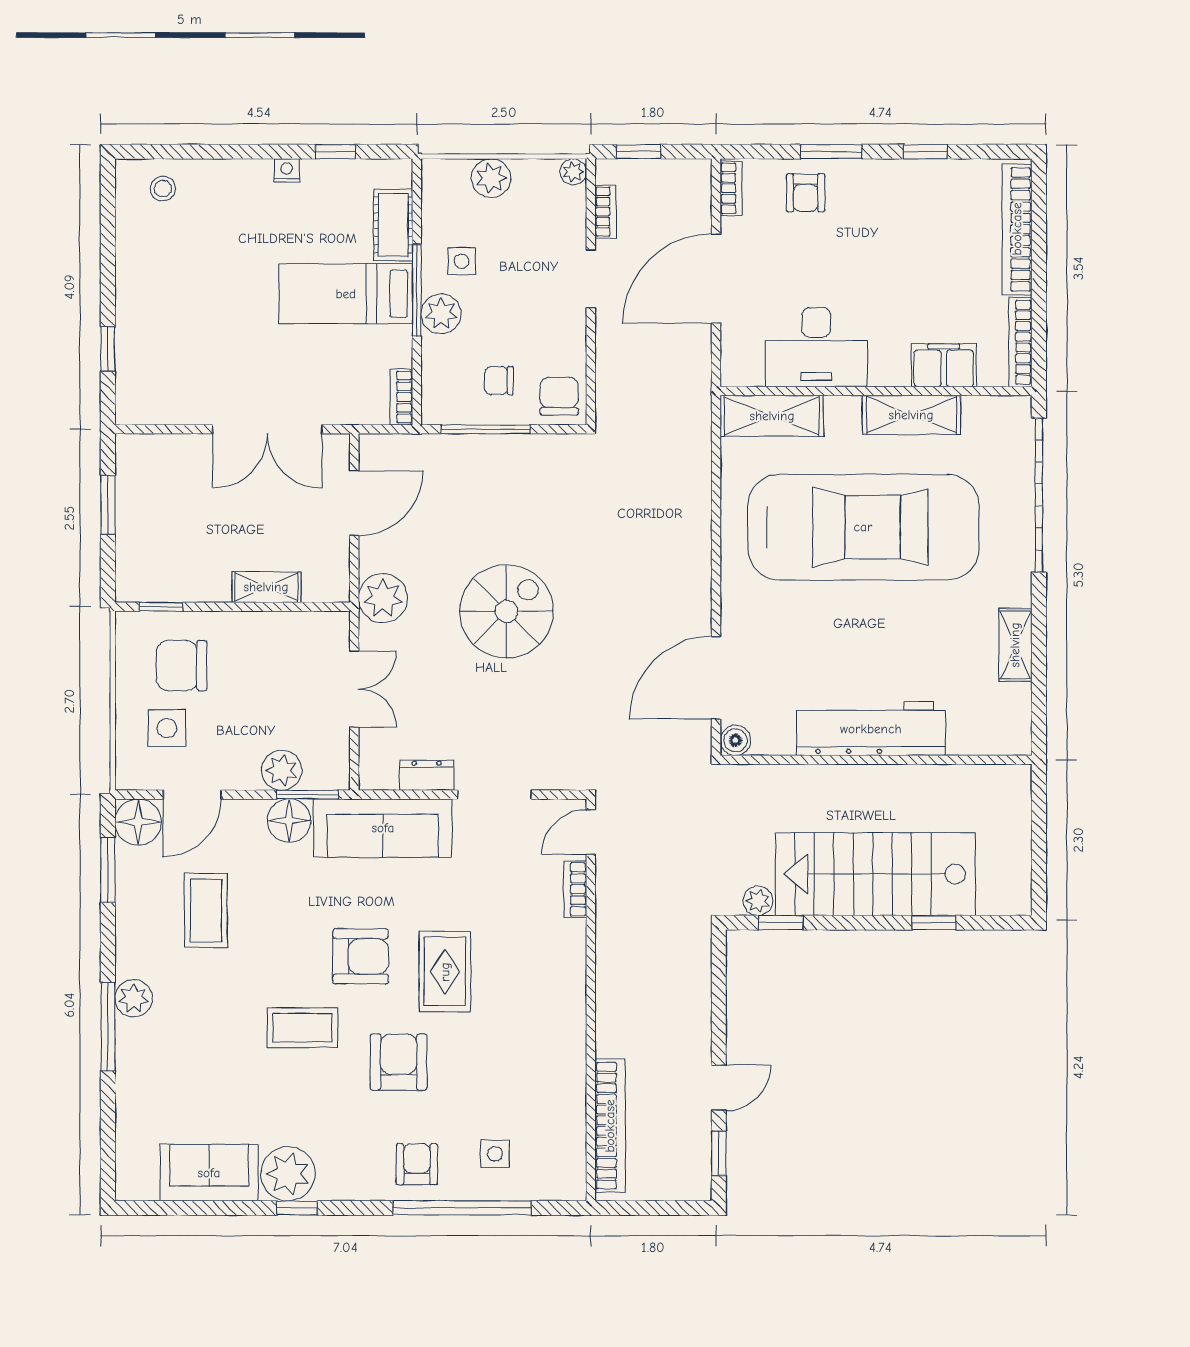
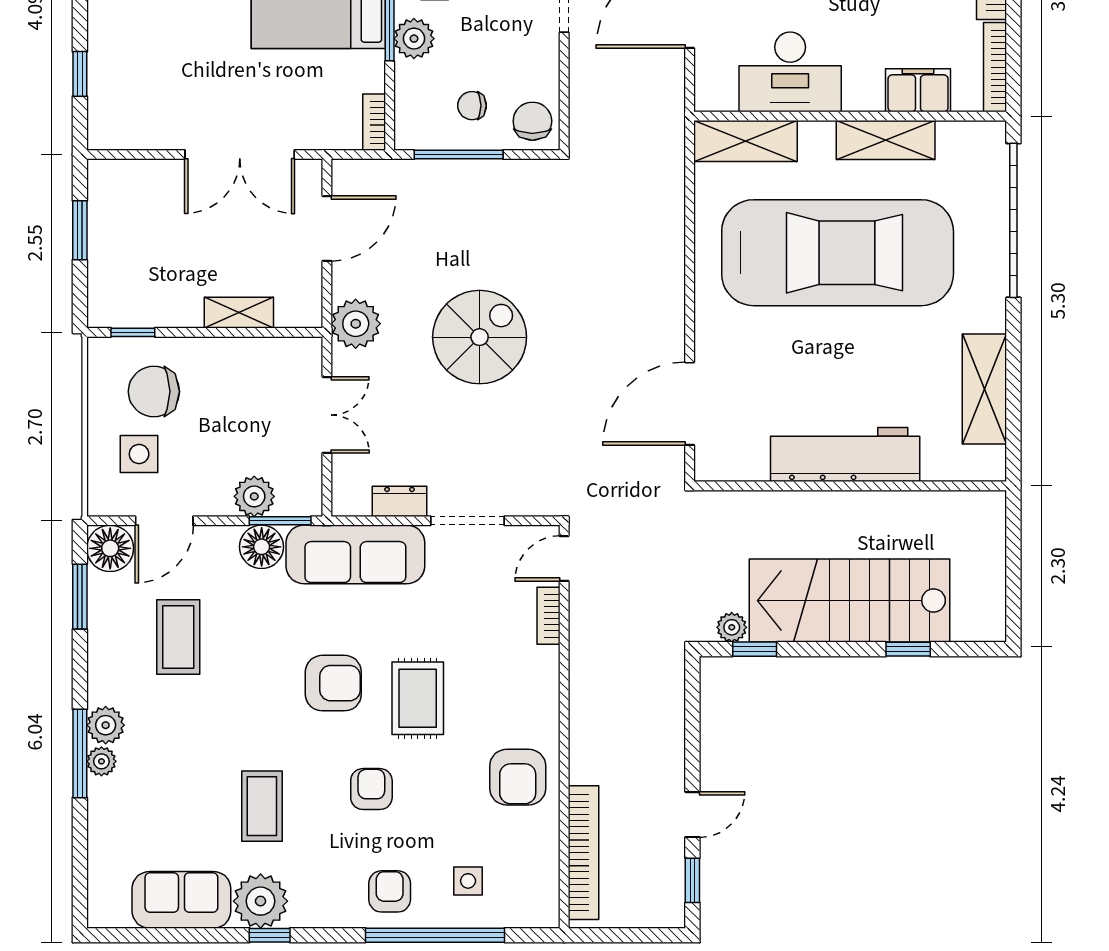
shelving: (1015, 645) -> (984, 389), width x1.50, depth x1.33
boiler: (735, 740) -> (709, 466), removed
coffee table: (302, 1028) -> (262, 806), moved, turned 90
plant: (129, 1035) -> (101, 761), added
armchair: (545, 1050) -> (518, 777), added
armchair: (399, 1062) -> (371, 789), width x0.72, depth x0.72

